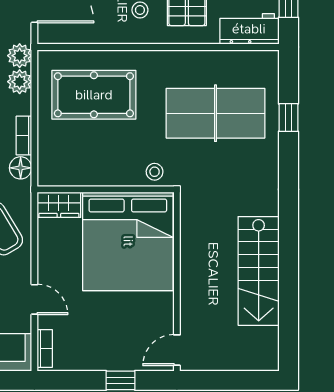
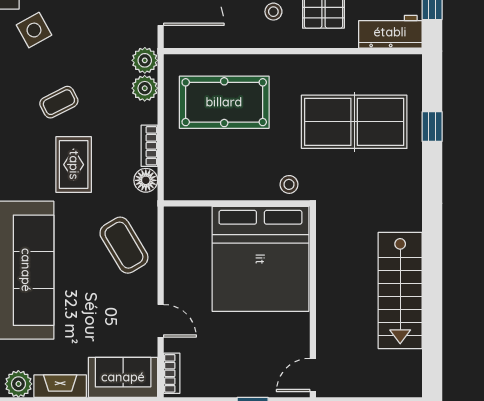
wardrobe: (59, 205) -> (187, 220), removed

